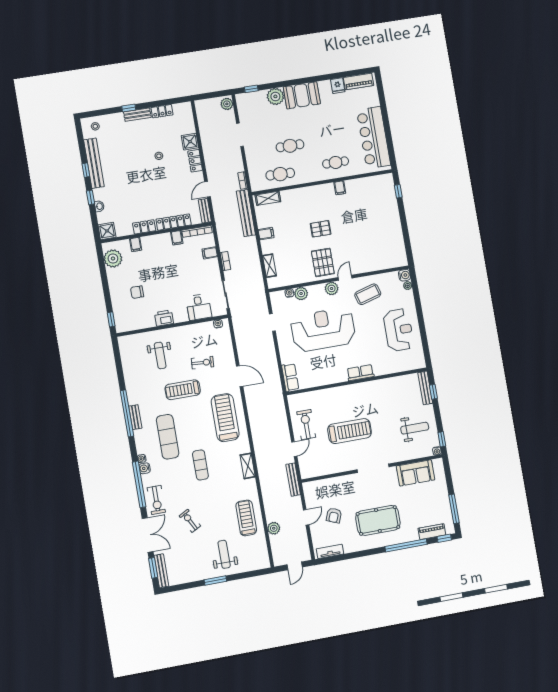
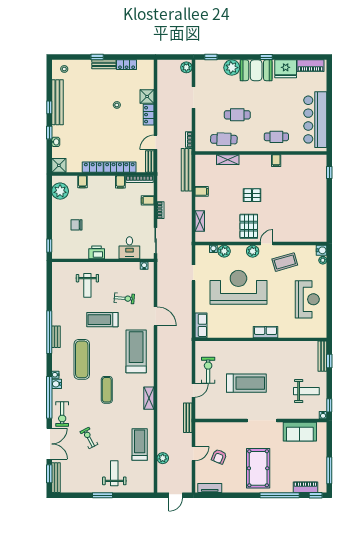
window: (310, 80) -> (266, 57), added
fridge: (338, 86) -> (286, 69), width x1.88, depth x1.34
shelving: (268, 198) -> (228, 160), moved
pool table: (378, 520) -> (258, 468), turned 90

